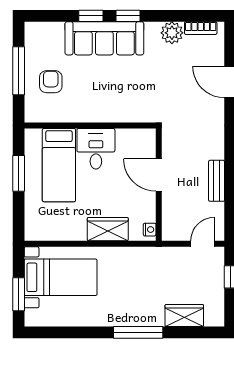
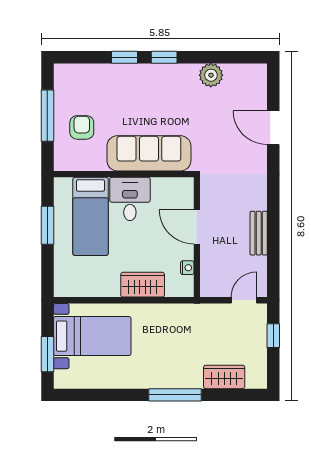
bookcase: (201, 28) -> (242, 70), removed
sofa: (104, 38) -> (149, 153), moved, turned 180
nightstand: (150, 230) -> (187, 268), moved

